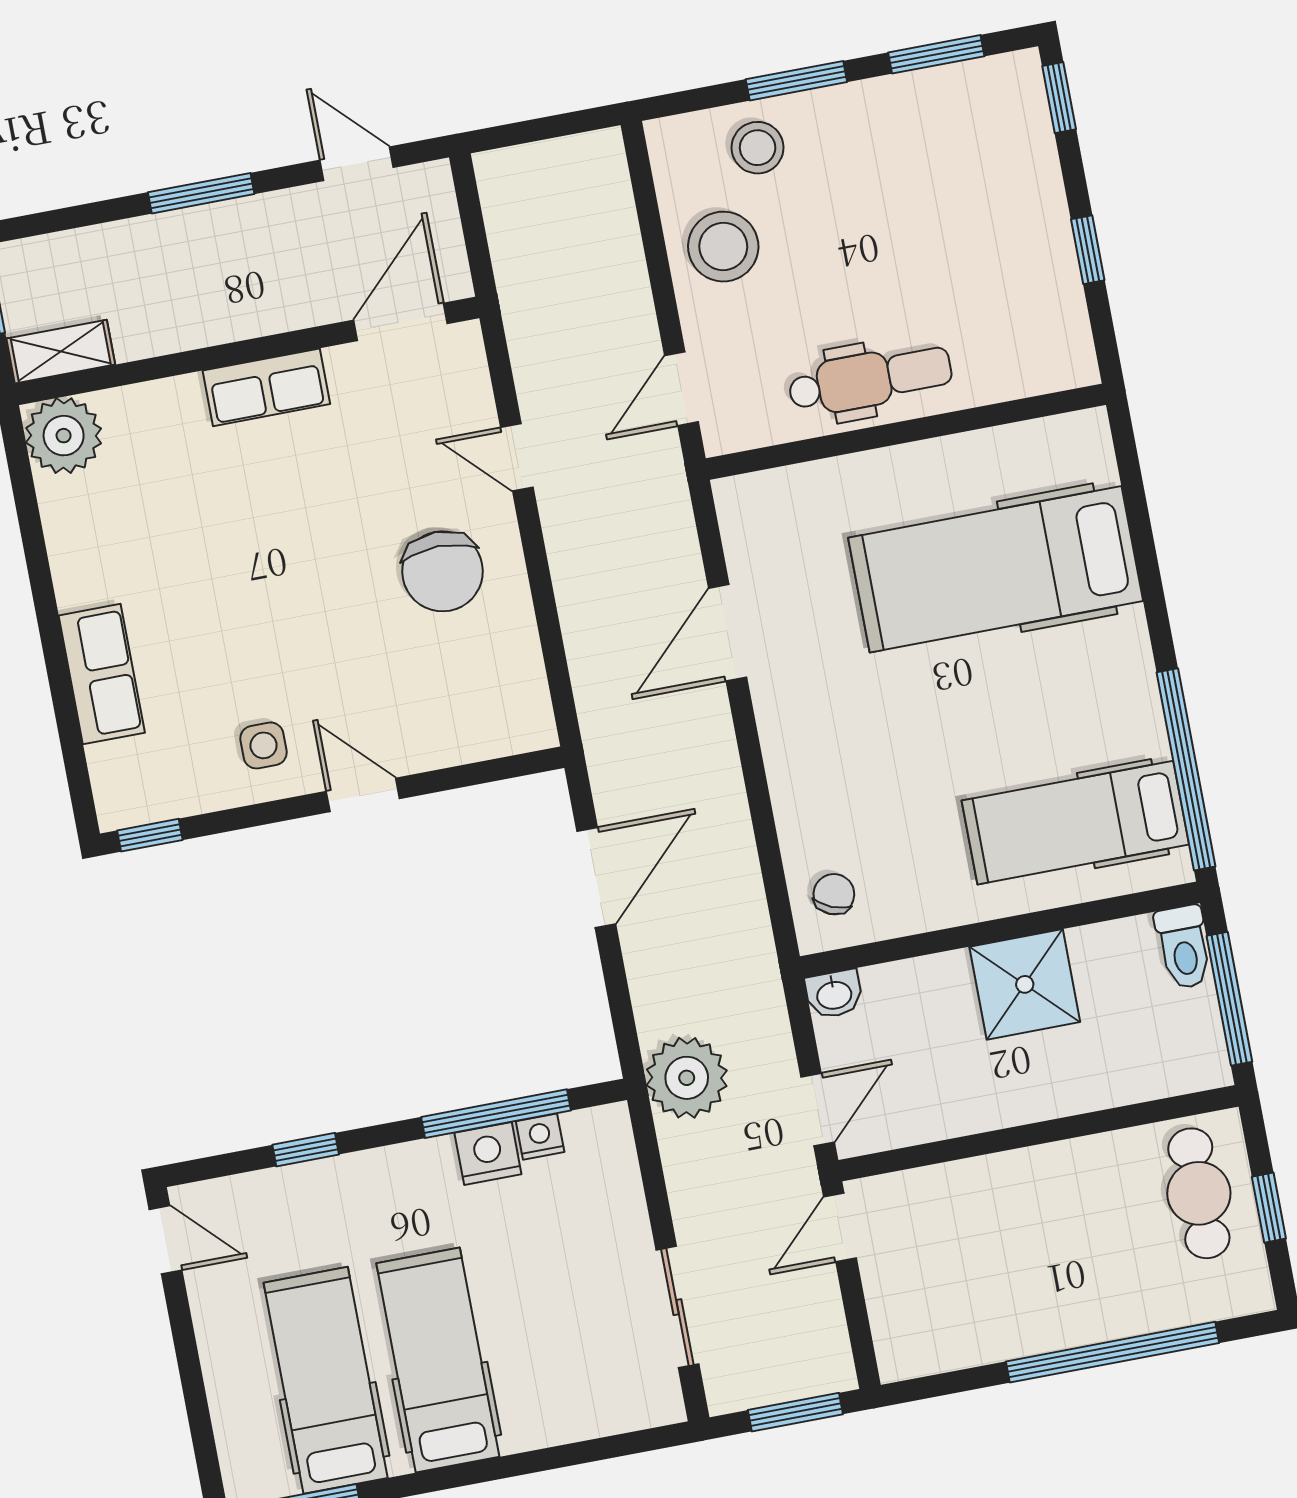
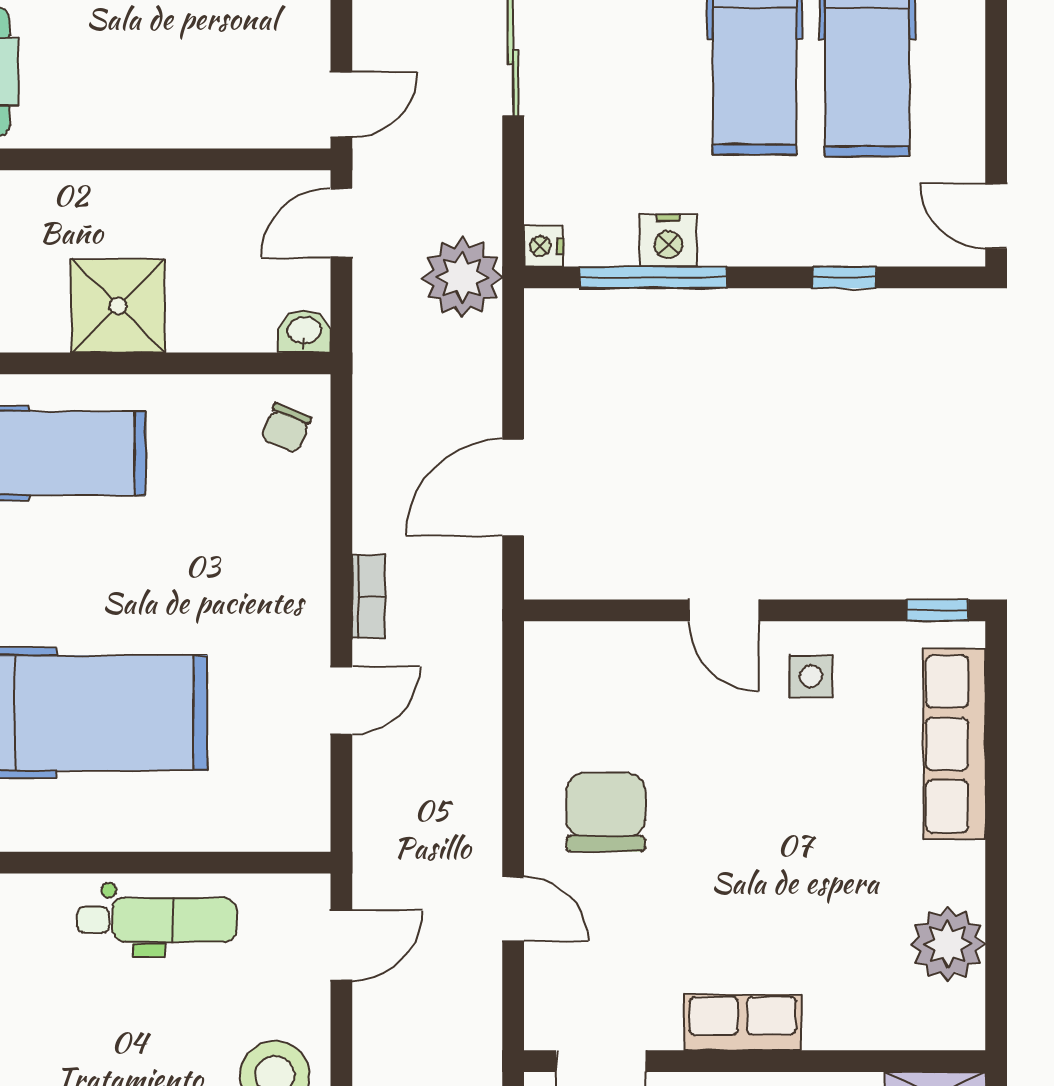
dental chair: (870, 379) -> (157, 920), turned 180
plant: (64, 436) -> (948, 944), moved
door: (728, 633) -> (341, 700), width x0.73
row of seats: (102, 674) -> (955, 744), width x1.48
bookcase: (720, 742) -> (369, 597), added
nightstand: (540, 1137) -> (543, 246), moved, turned 90

